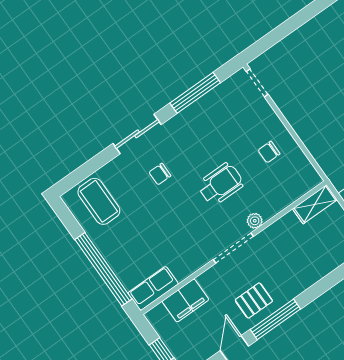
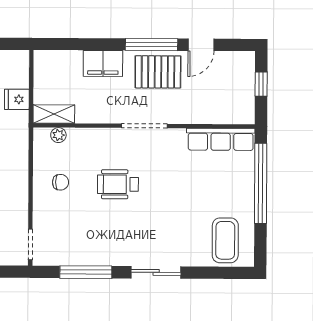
chair: (160, 174) -> (161, 227), removed
plant: (255, 221) -> (58, 135), moved
row of seats: (153, 288) -> (221, 139), width x1.48
filing cabinet: (185, 300) -> (103, 63), moved, turned 180
pallet: (254, 301) -> (158, 72), width x1.50, depth x1.42

